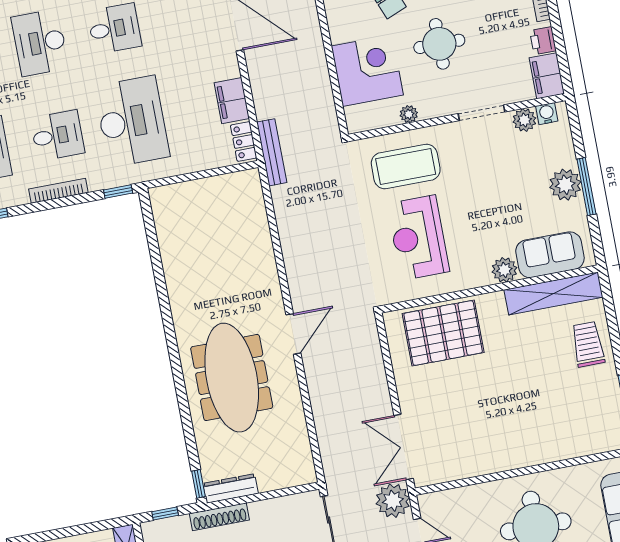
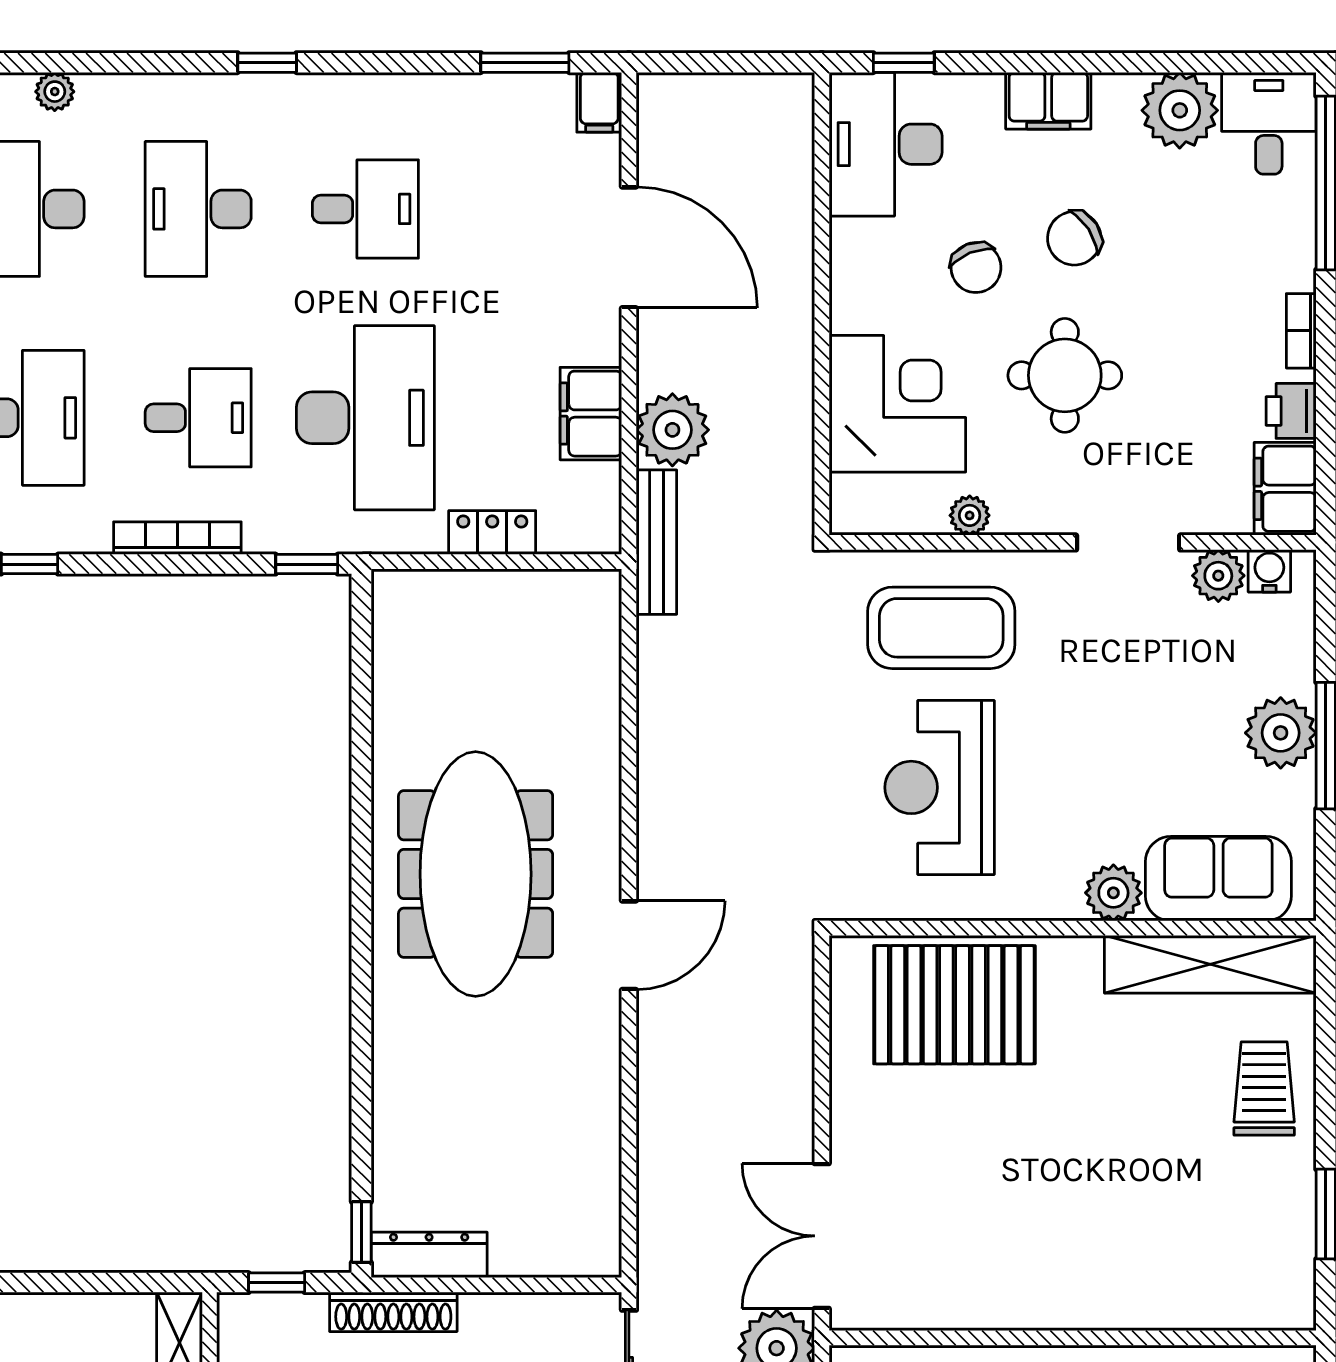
plant: (269, 101) -> (672, 430), added
locker: (244, 141) -> (492, 532), moved, turned 90
meeting table: (232, 378) -> (476, 874), moved

